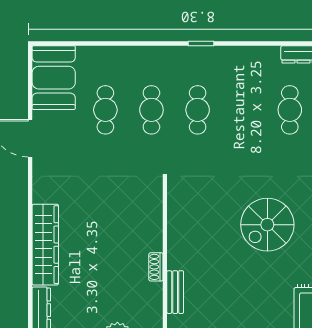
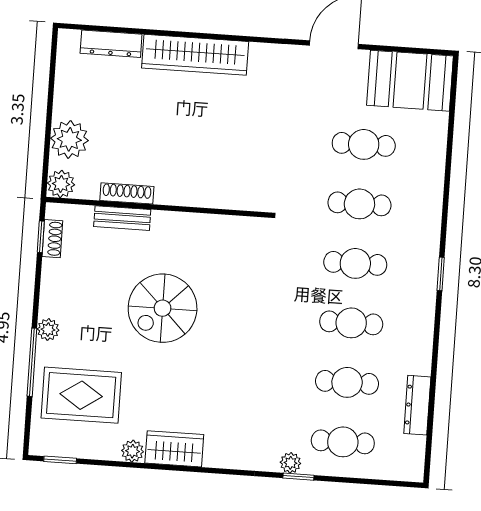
cafe table: (244, 110) -> (351, 323), added
spiral stairs: (267, 225) -> (163, 308), moved, turned -90
shoe rack: (156, 267) -> (127, 193), moved, width x1.43

